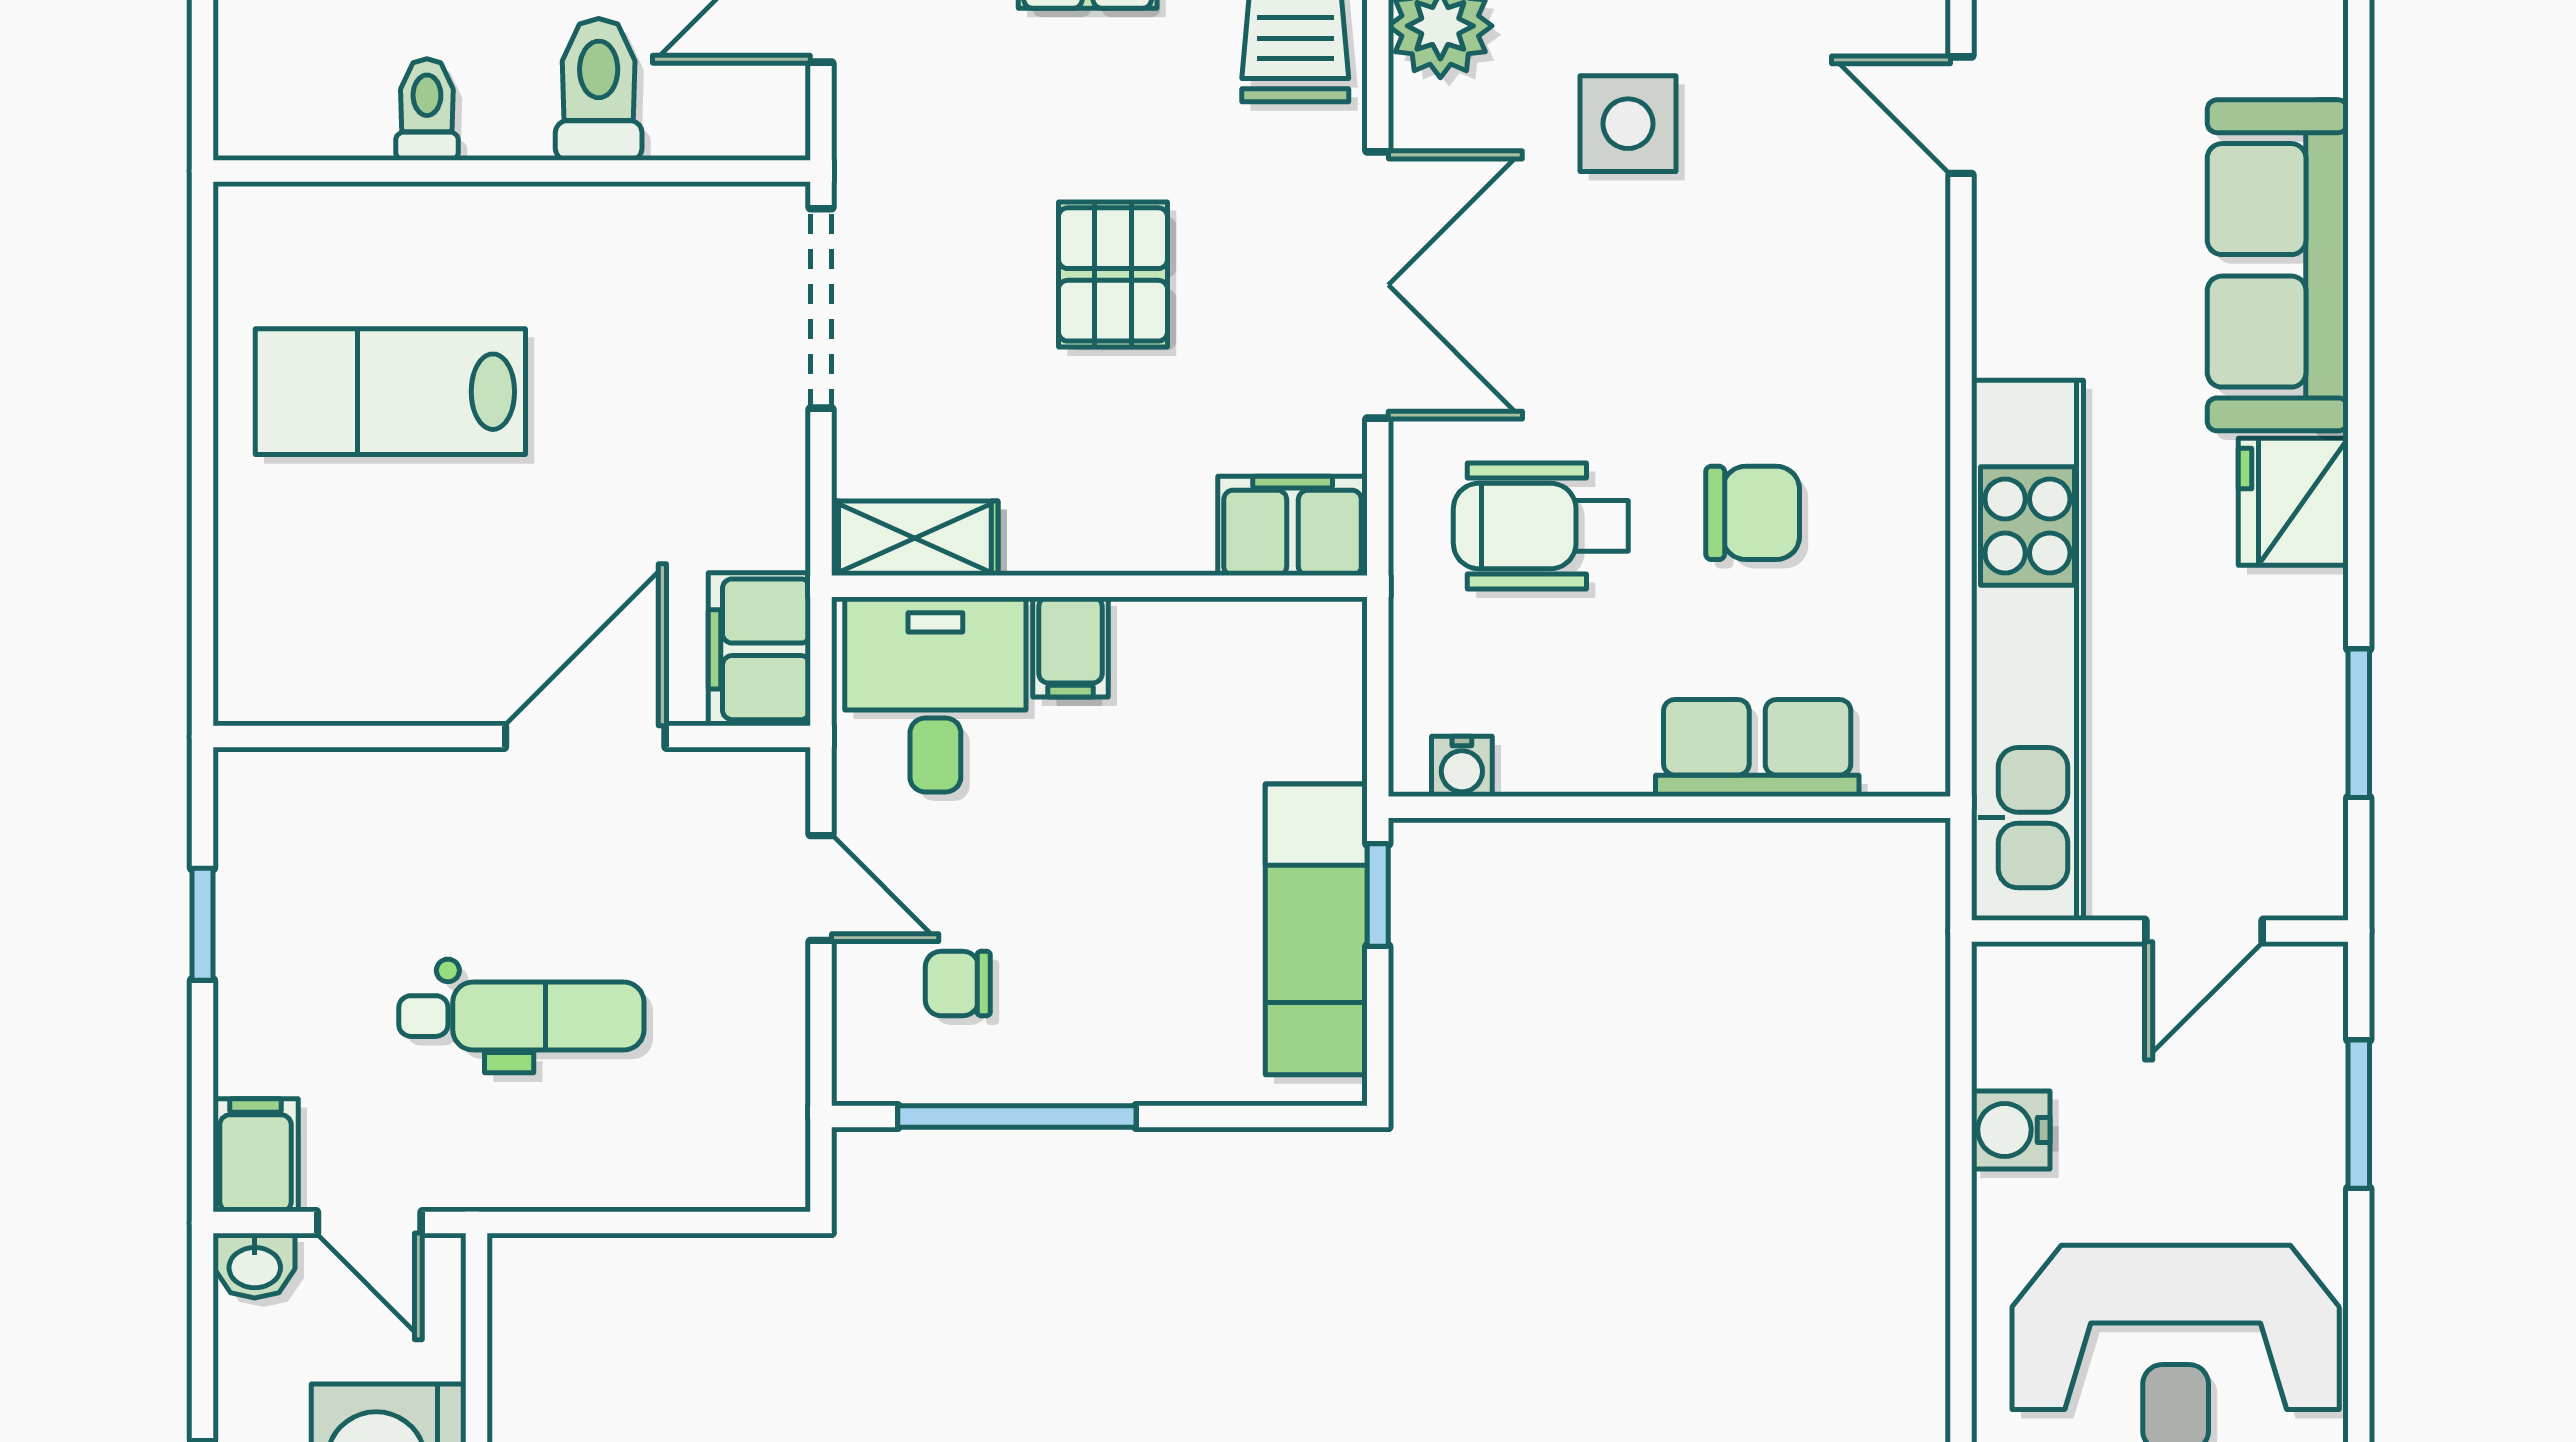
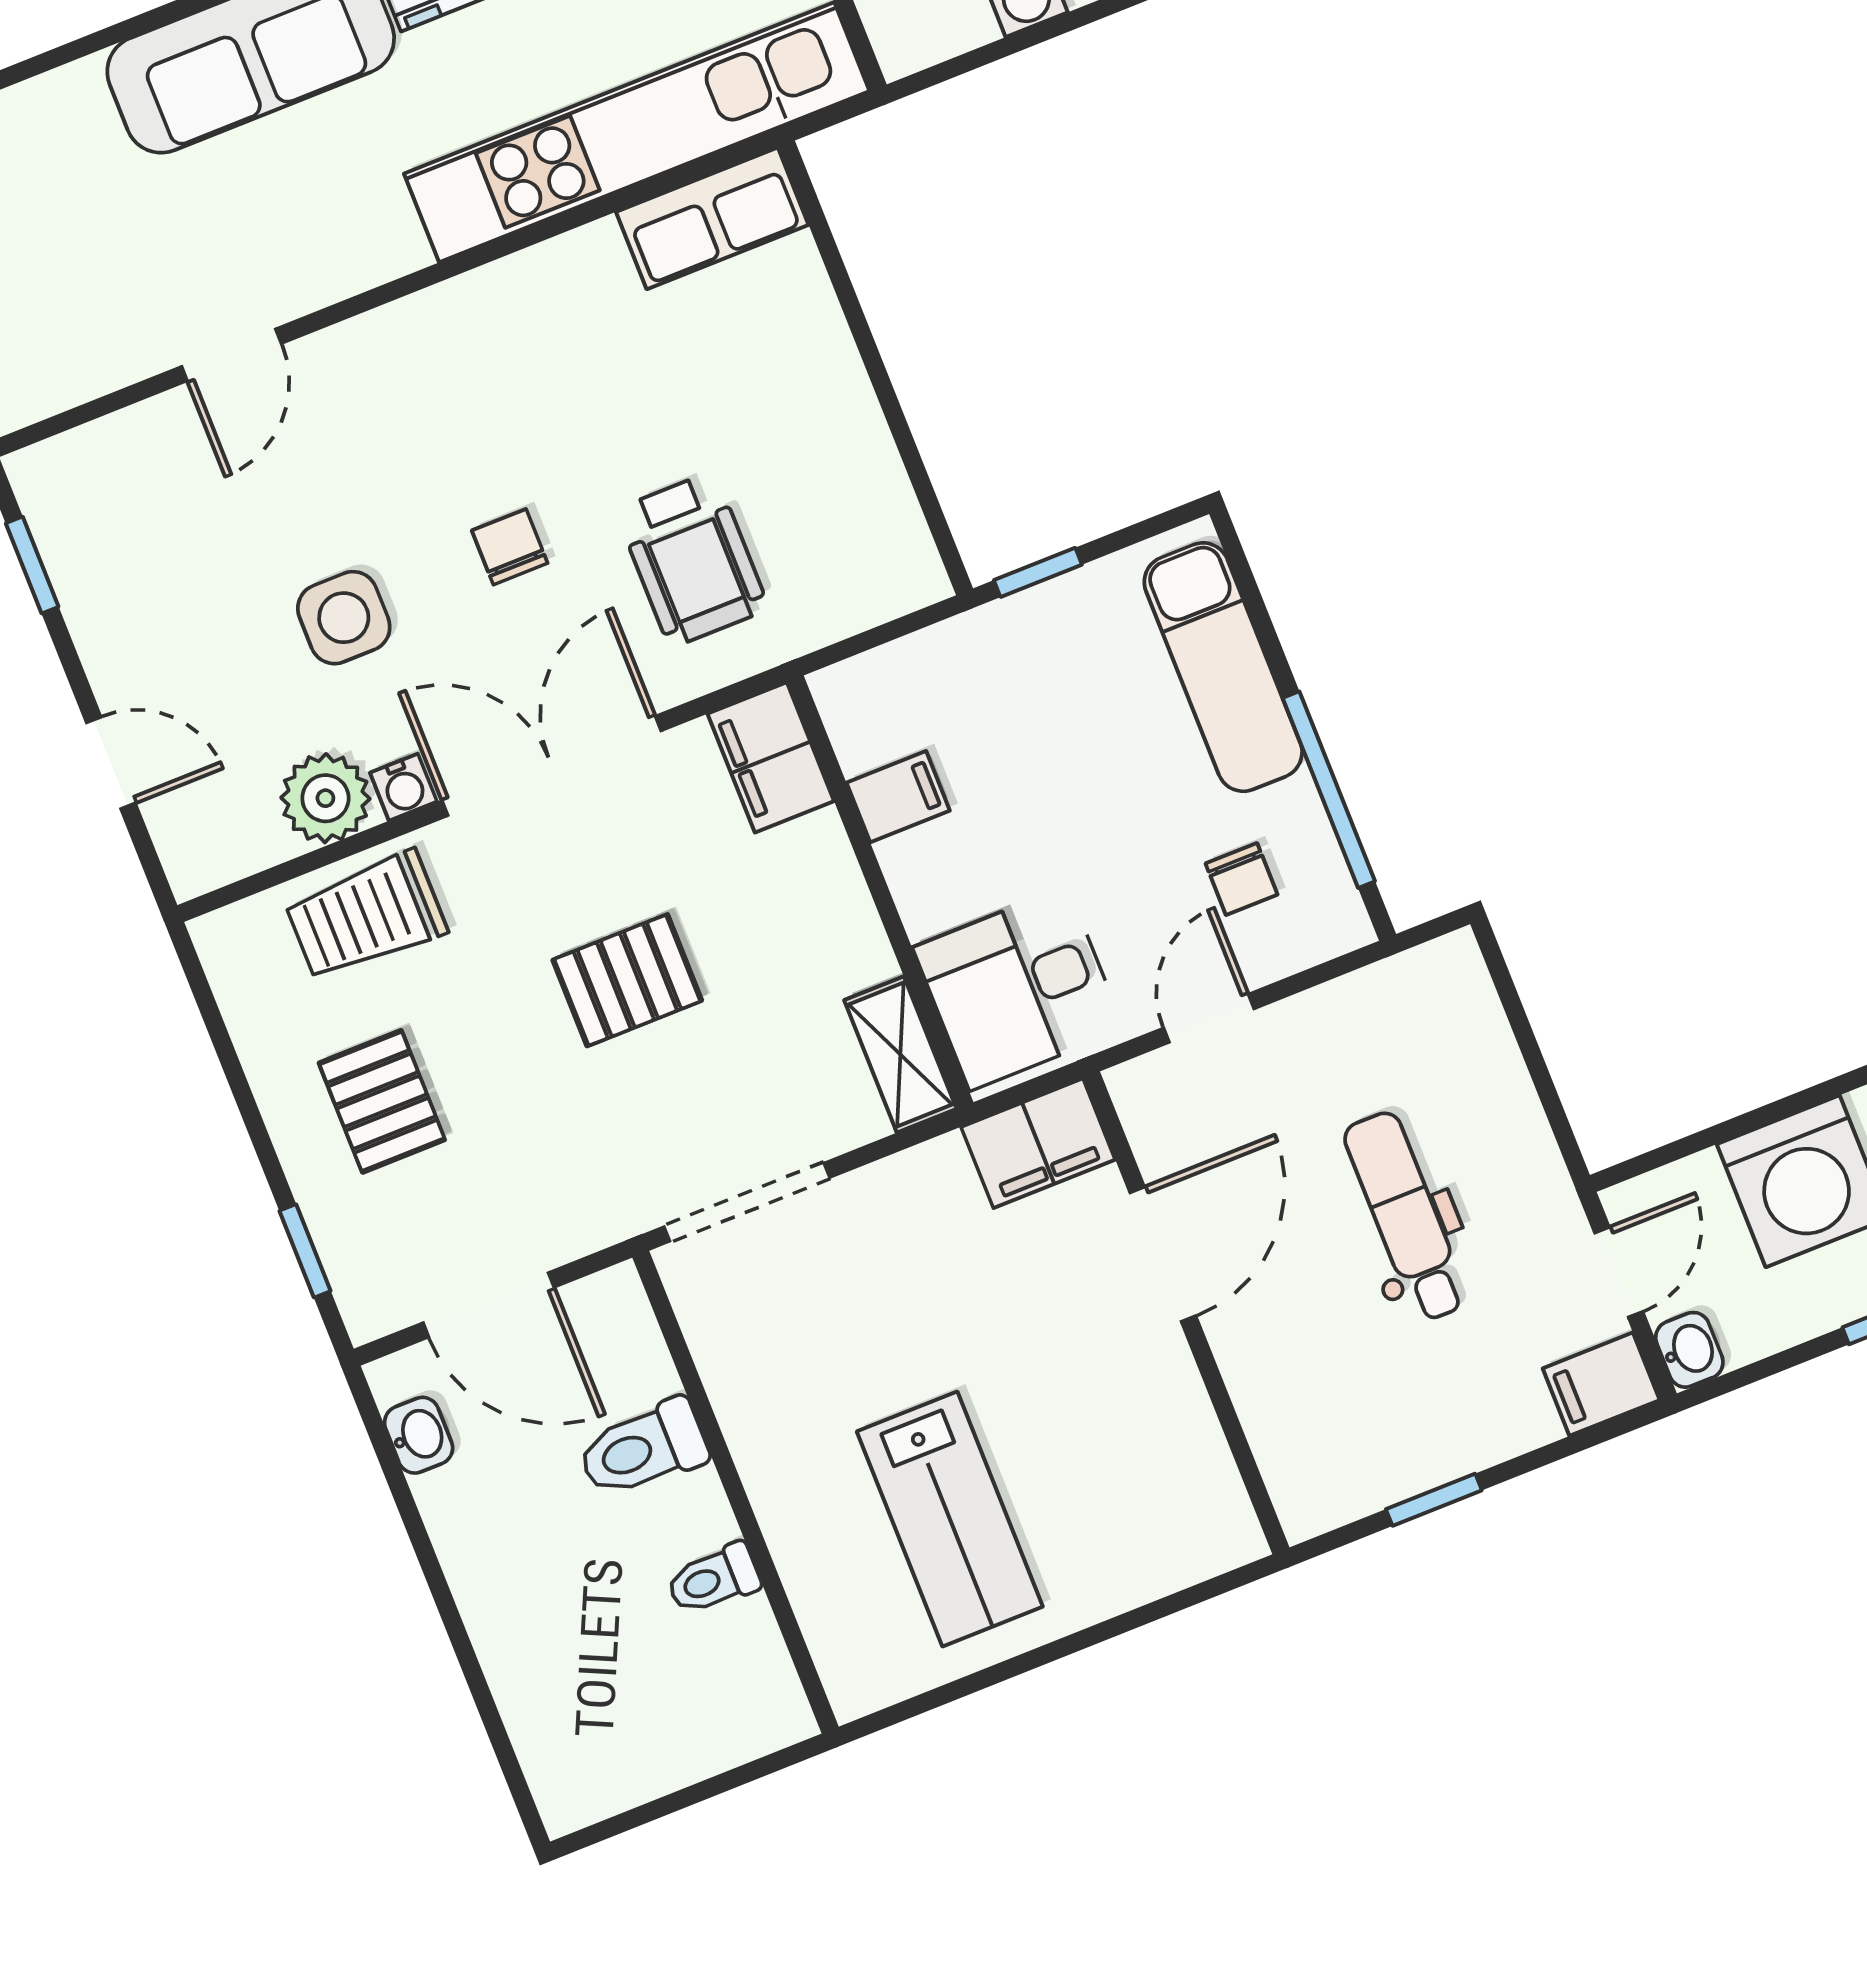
chair: (1753, 513) -> (510, 547), moved, width x0.73, depth x0.73
filing cabinet: (1071, 647) -> (898, 797), moved
door: (585, 737) -> (1163, 1254), swing flipped
row of seats: (1757, 748) -> (712, 218), moved, turned -90
water cooler: (1462, 766) -> (403, 787), moved, turned 90
exam couch: (1316, 929) -> (1223, 667), moved, turned 90

